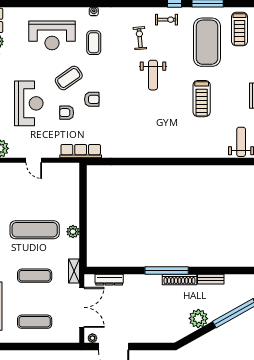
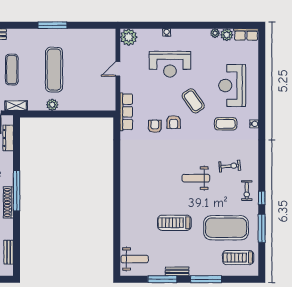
armchair: (67, 113) -> (155, 126), moved
bench: (211, 279) -> (9, 252), moved

